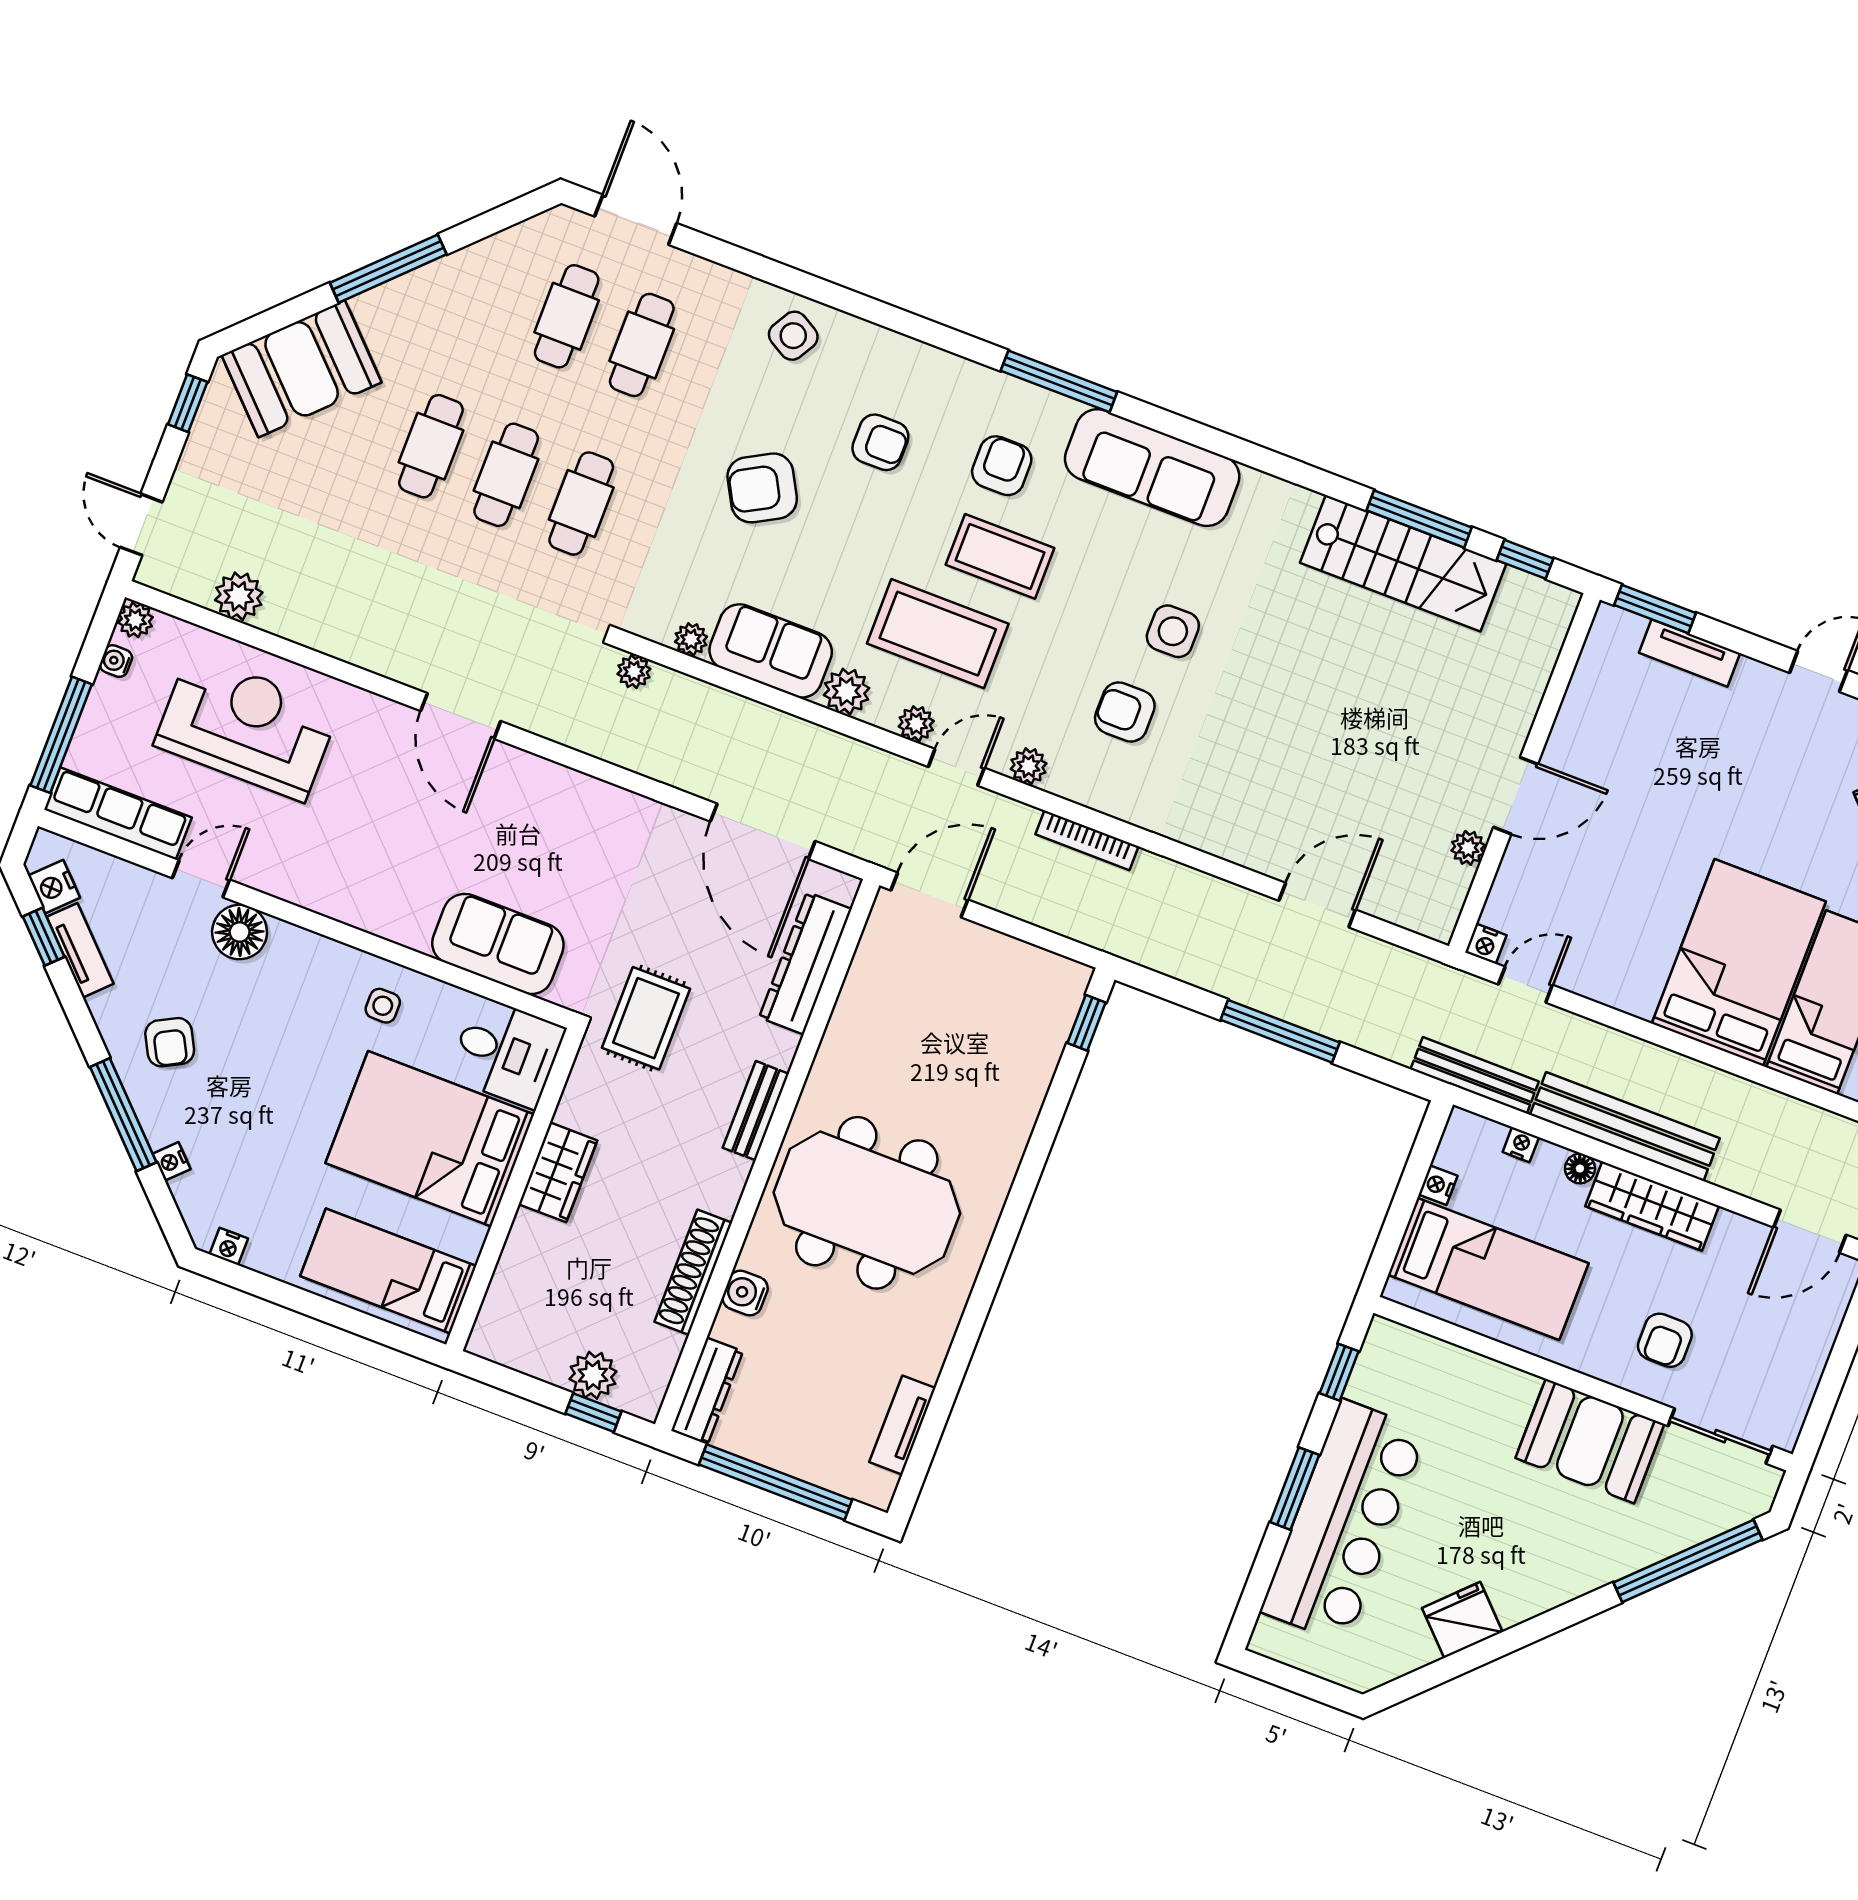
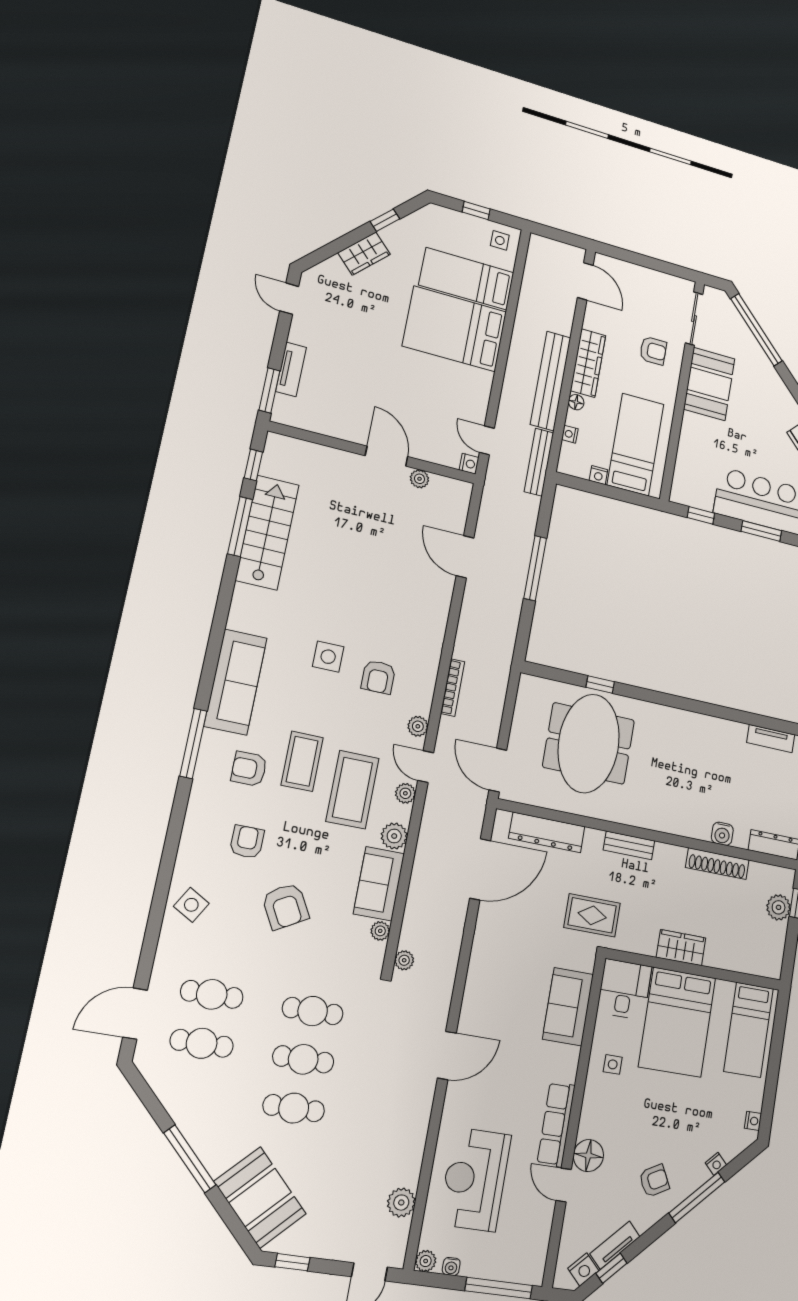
row of seats: (118, 814) -> (556, 1124), moved
window: (1086, 1023) -> (600, 685), moved
meeting table: (867, 1203) -> (589, 743), moved

